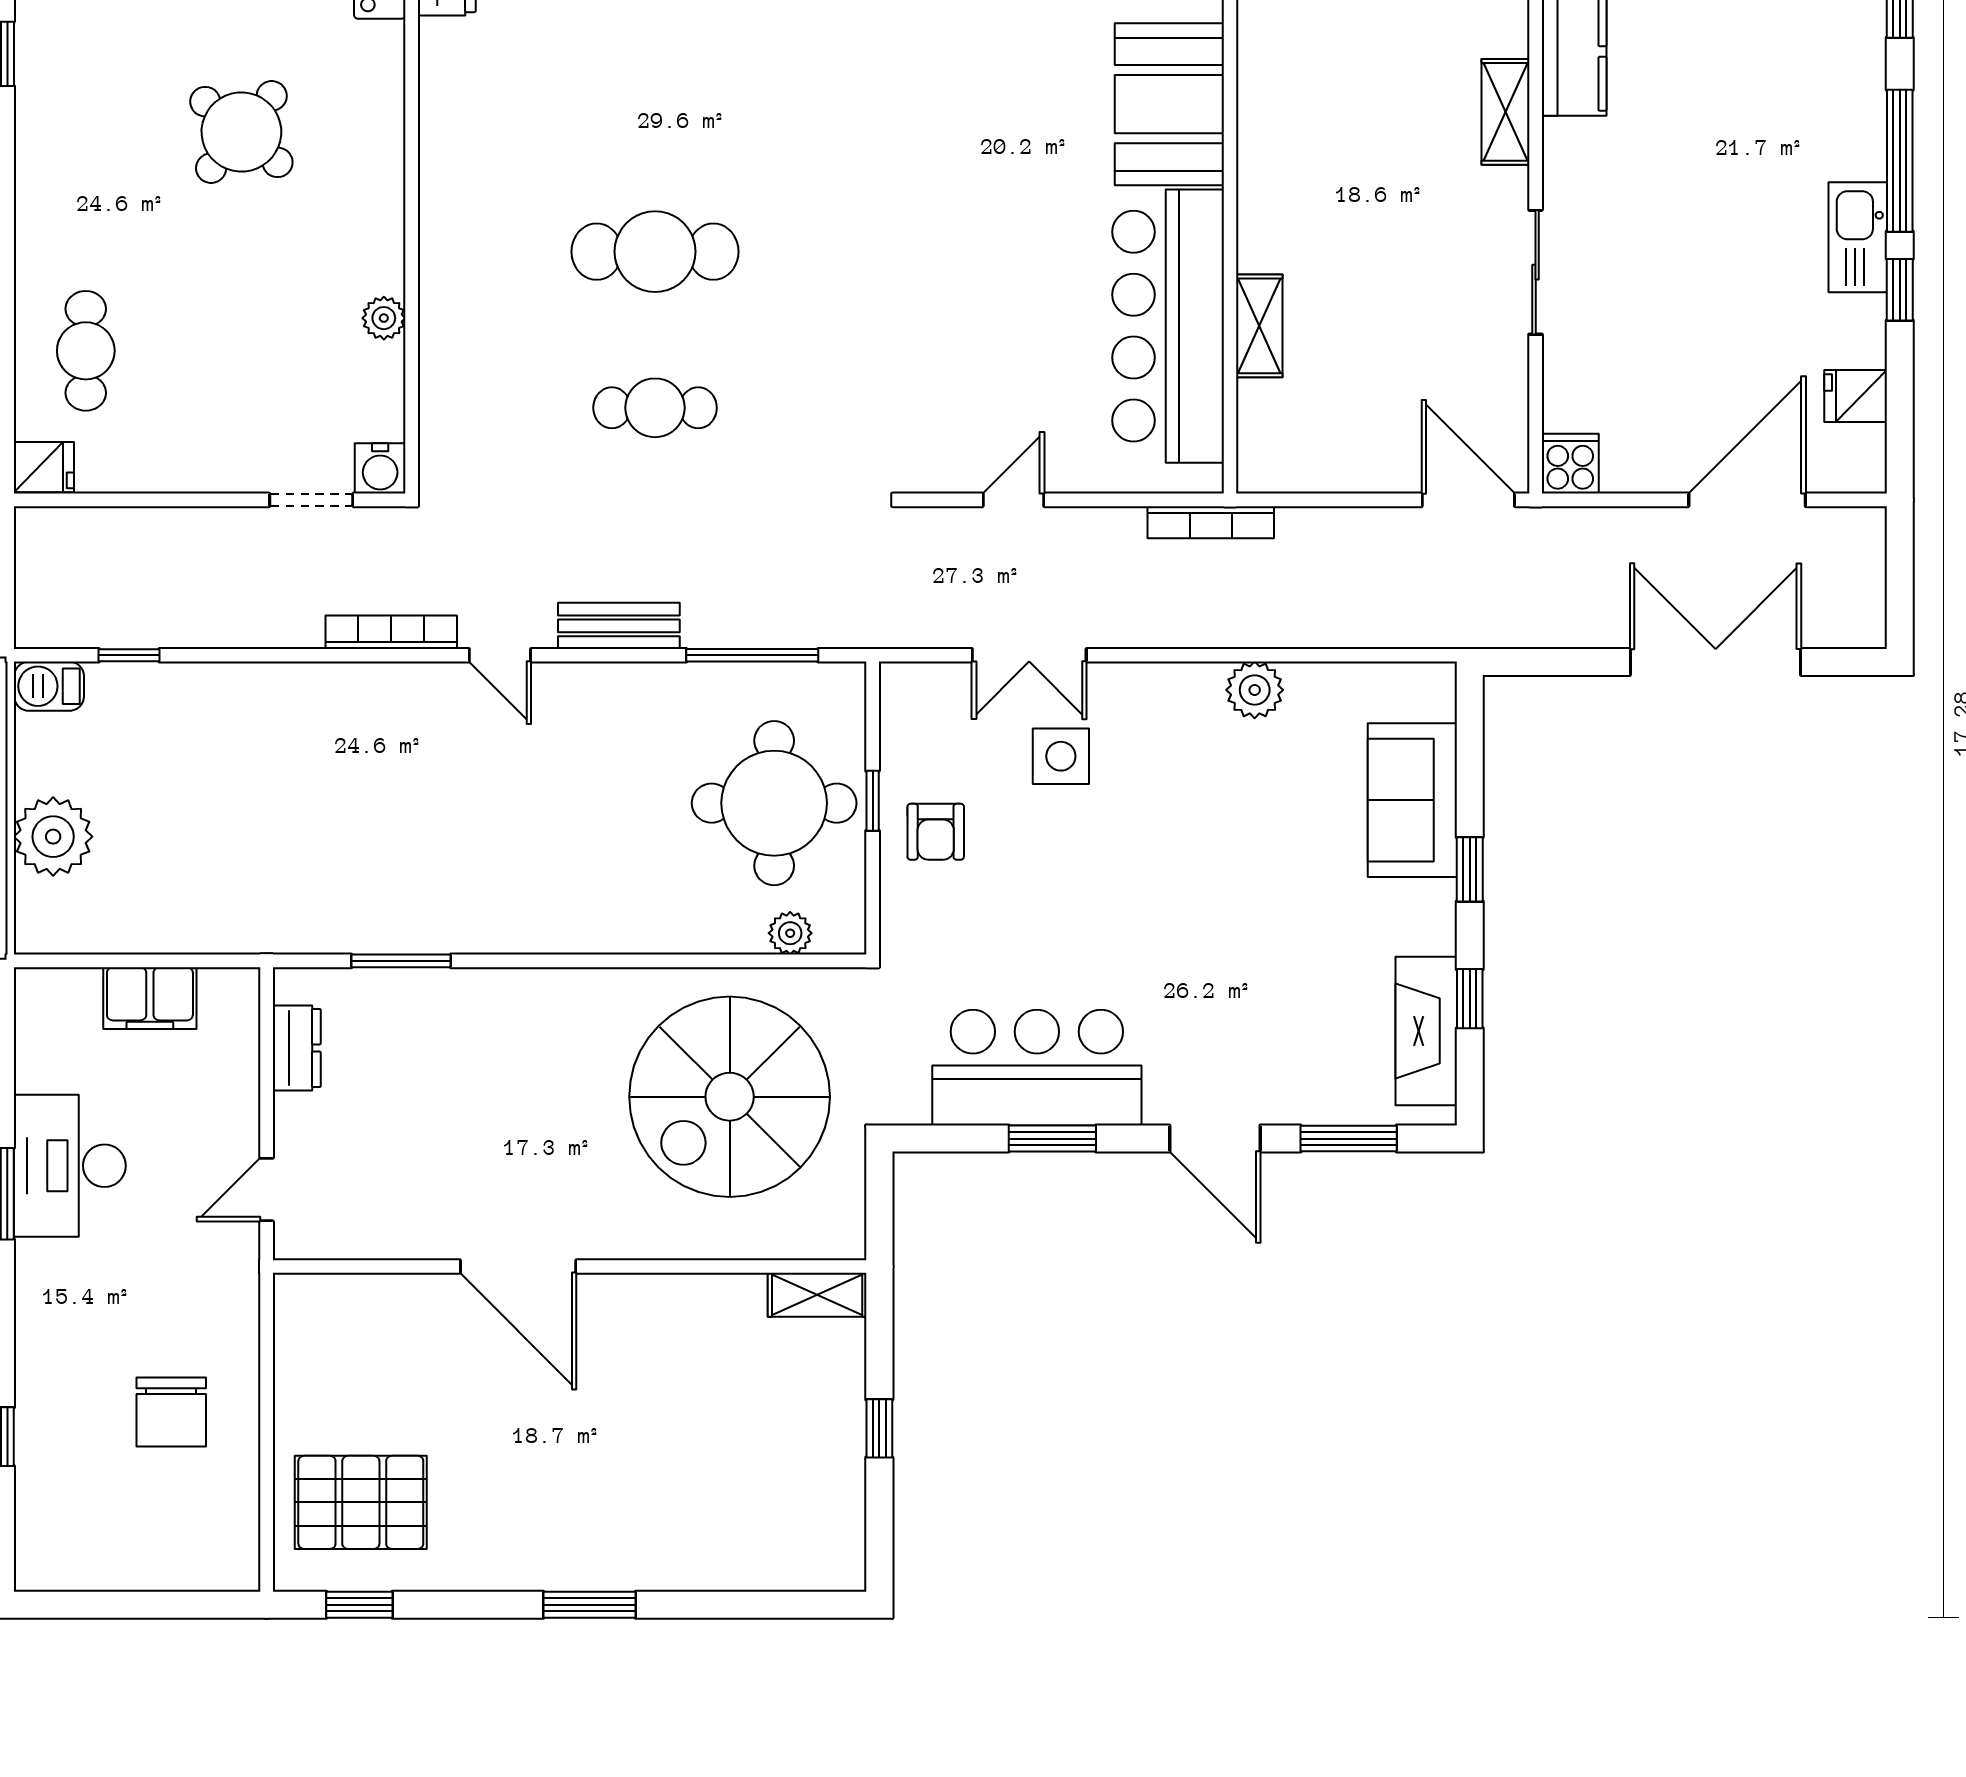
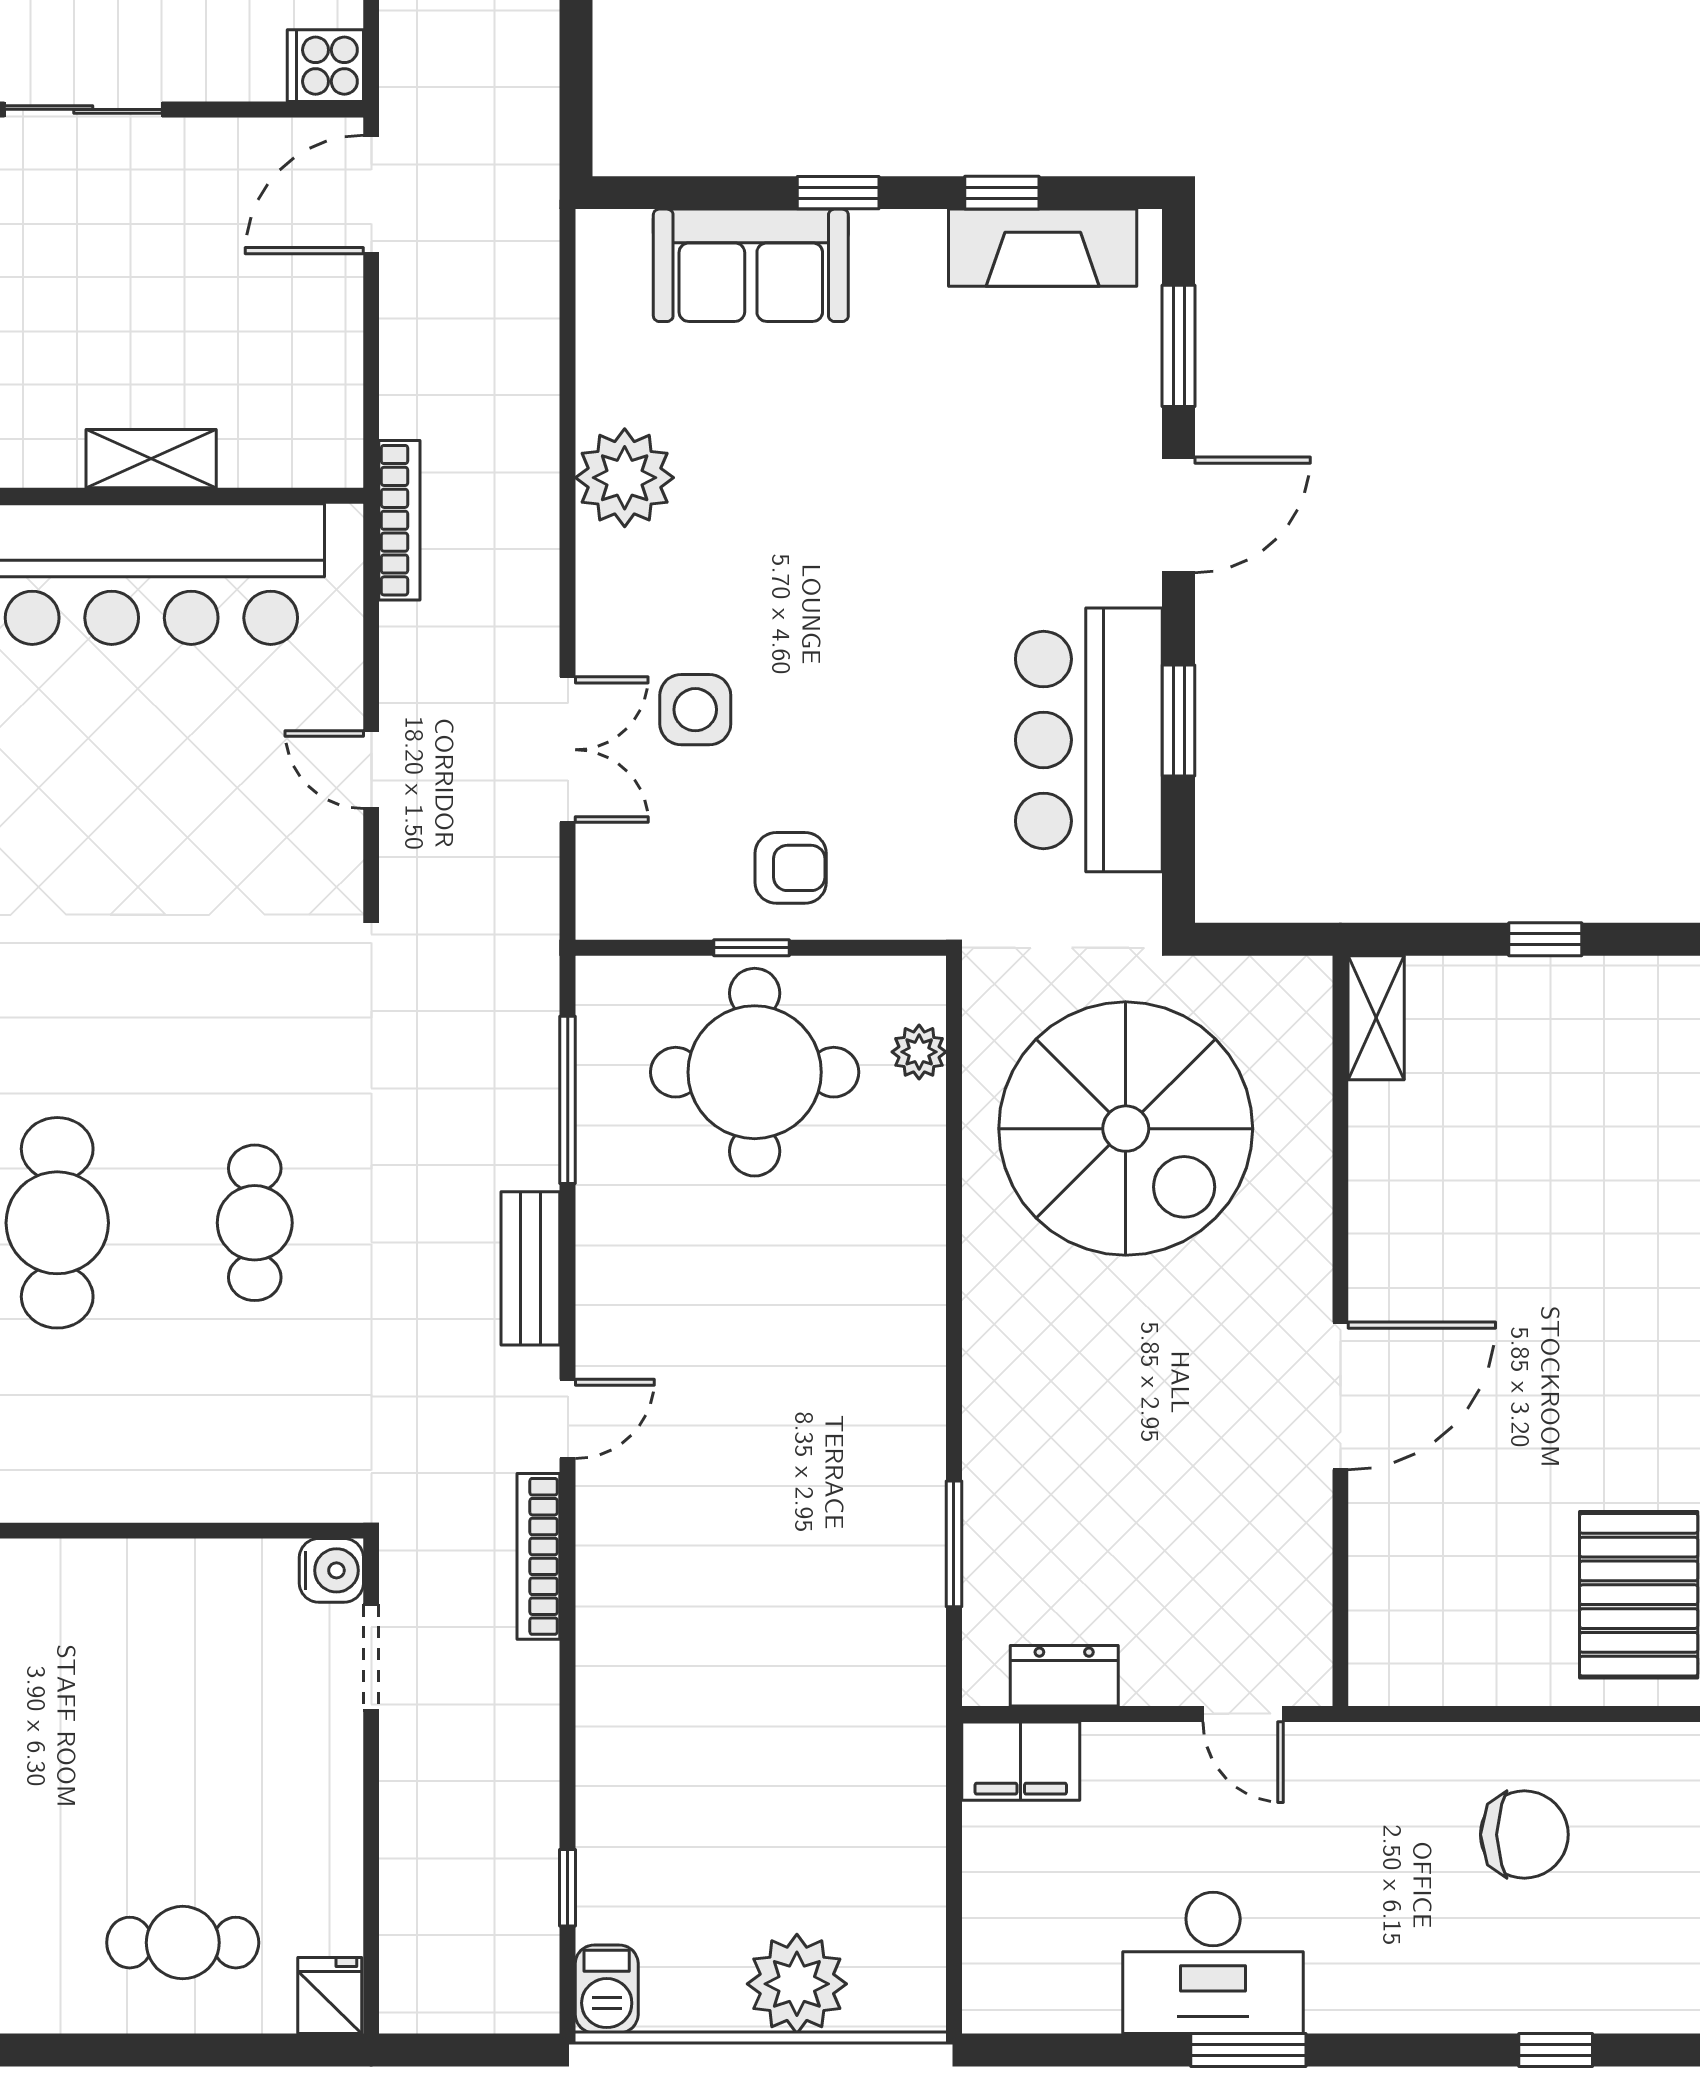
plant: (384, 318) -> (141, 1566), removed
plant: (1255, 690) -> (625, 478), width x1.36, depth x1.36
filing cabinet: (150, 998) -> (1021, 1761), moved, turned 90

